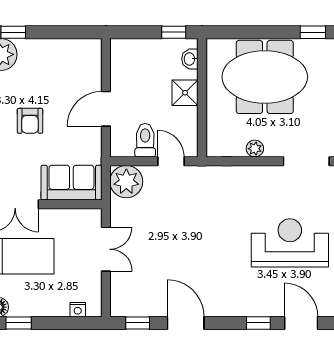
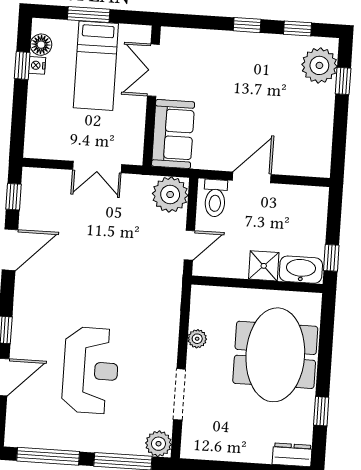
washbasin: (190, 59) -> (301, 270), width x1.91, depth x1.45
door: (106, 109) -> (252, 177), hinge flipped
armchair: (30, 121) -> (244, 93), removed
toilet: (145, 140) -> (215, 198), moved, turned 90
nightstand: (78, 310) -> (37, 65), moved

